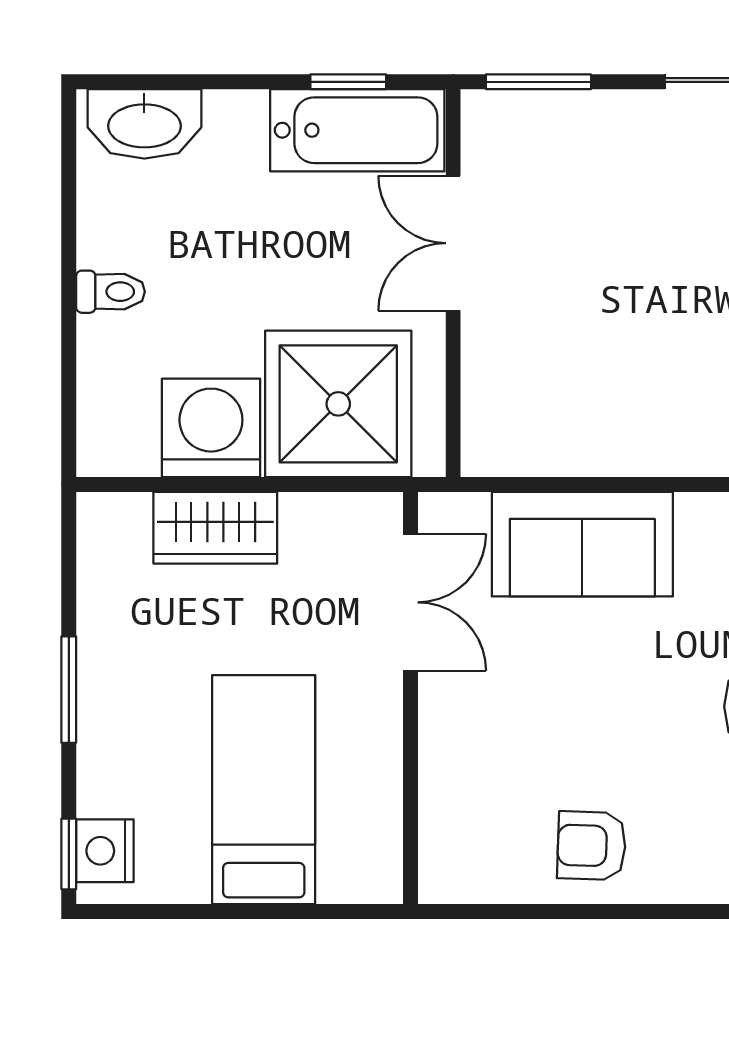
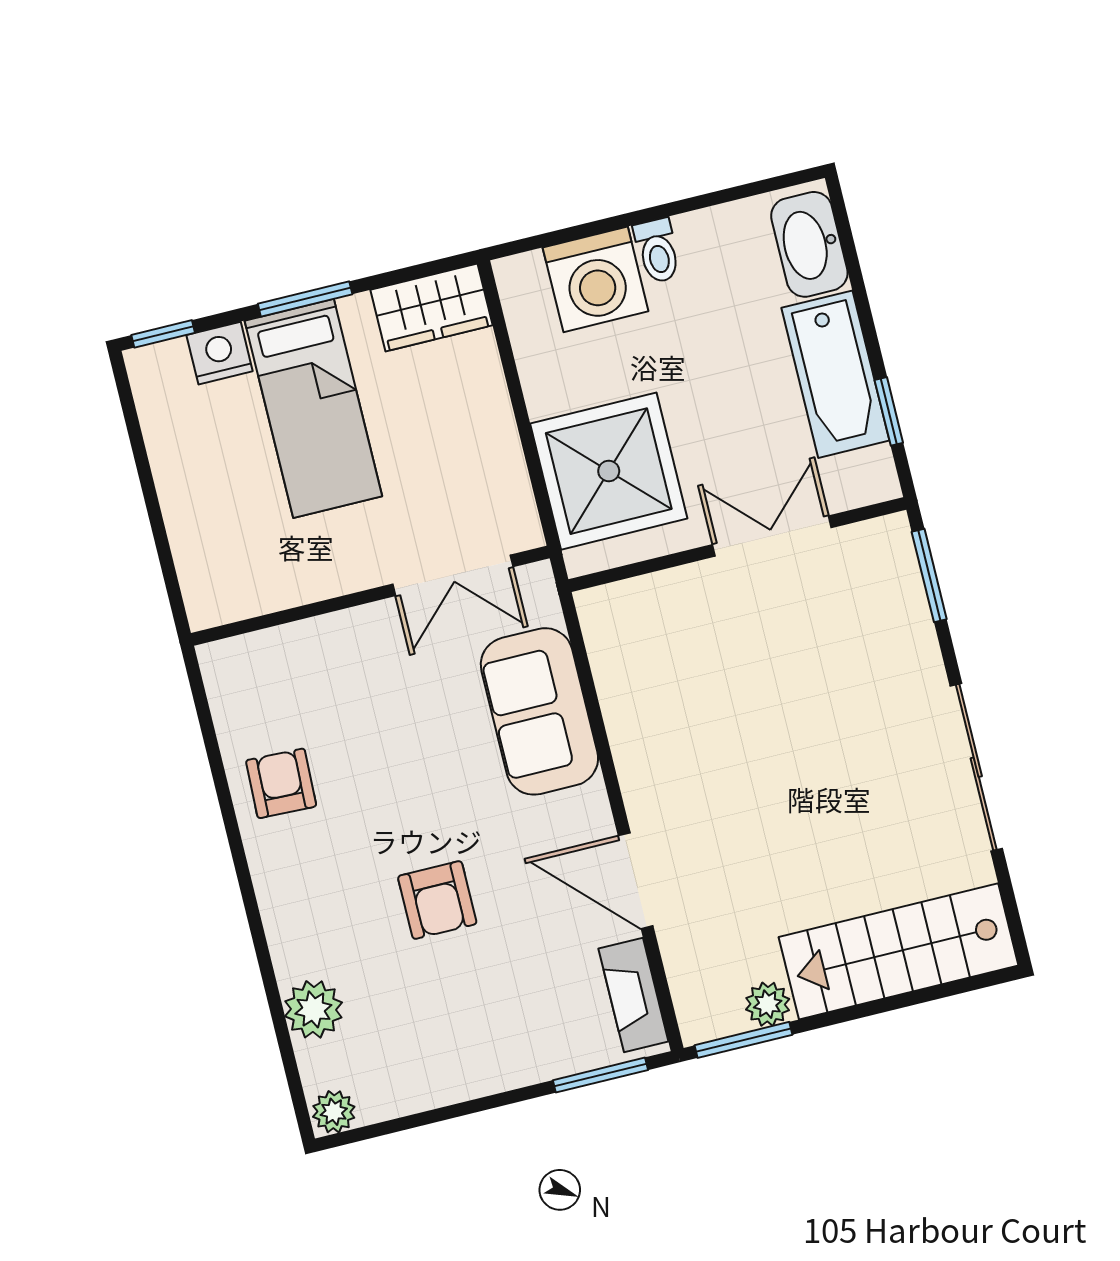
bathtub: (357, 130) -> (835, 374), moved
washing machine: (211, 428) -> (596, 279), moved, turned 90
wardrobe: (215, 528) -> (432, 308), moved, turned -90
bed: (264, 790) -> (313, 408), moved, turned 90
nightstand: (105, 851) -> (220, 353), moved

